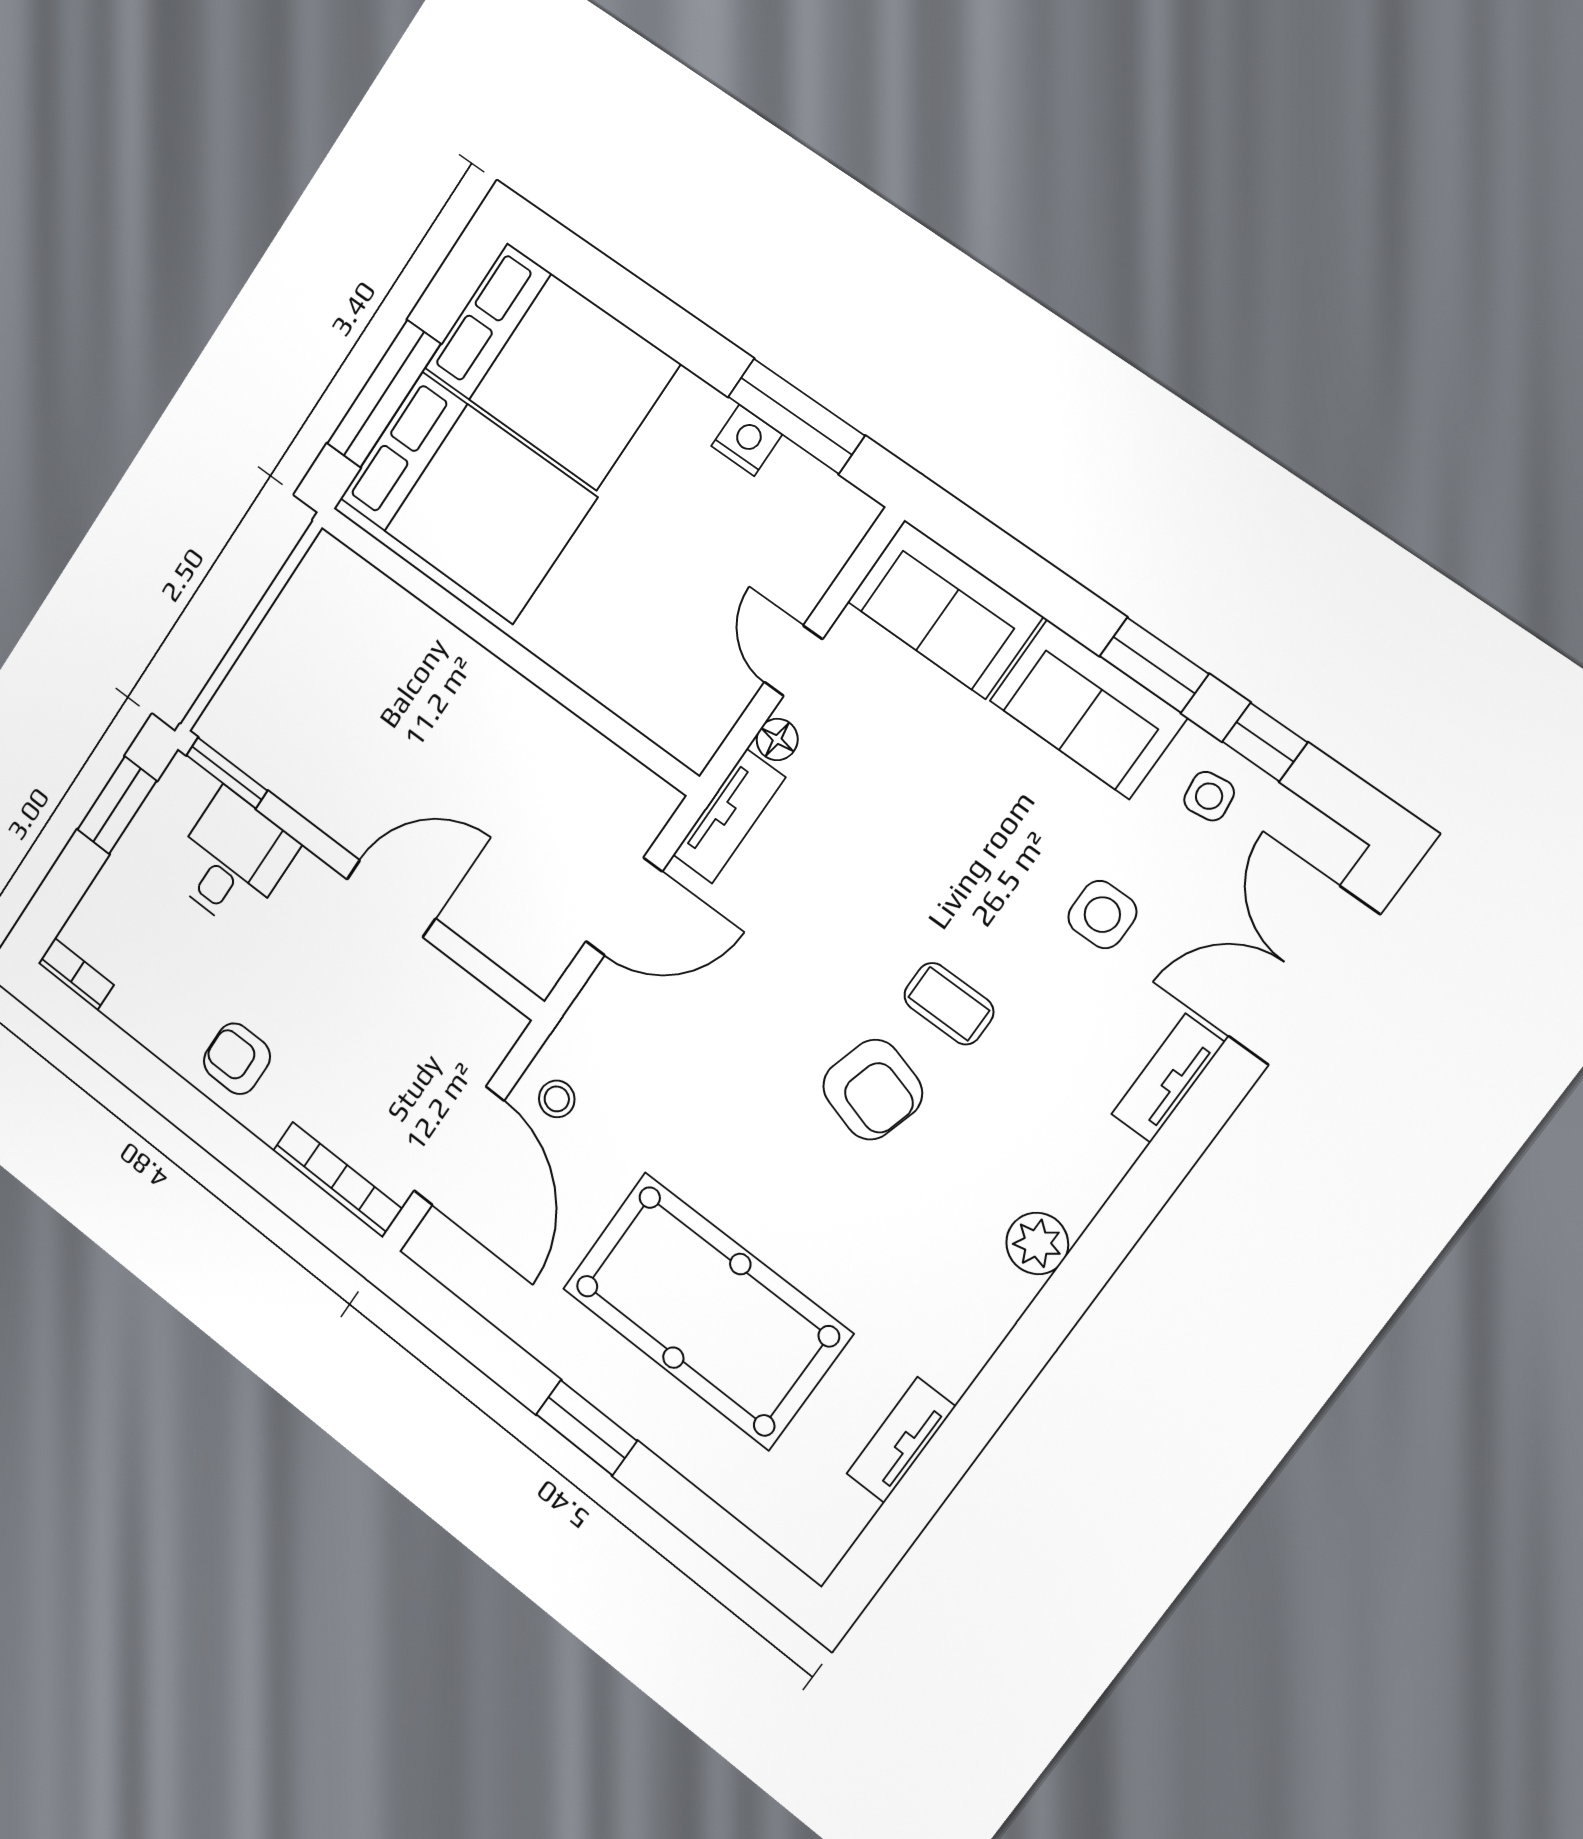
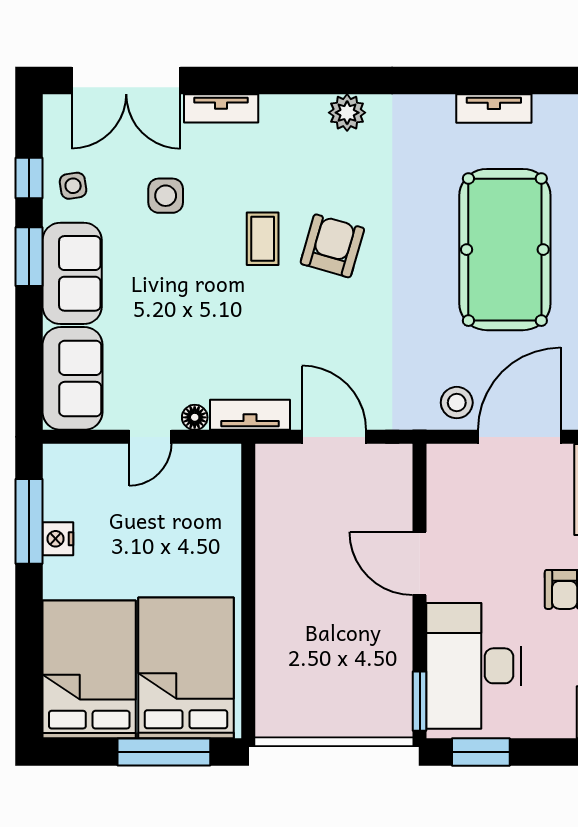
desk: (232, 860) -> (474, 666), width x1.87, depth x1.30
stool: (557, 1099) -> (457, 403), width x1.37, depth x1.37

